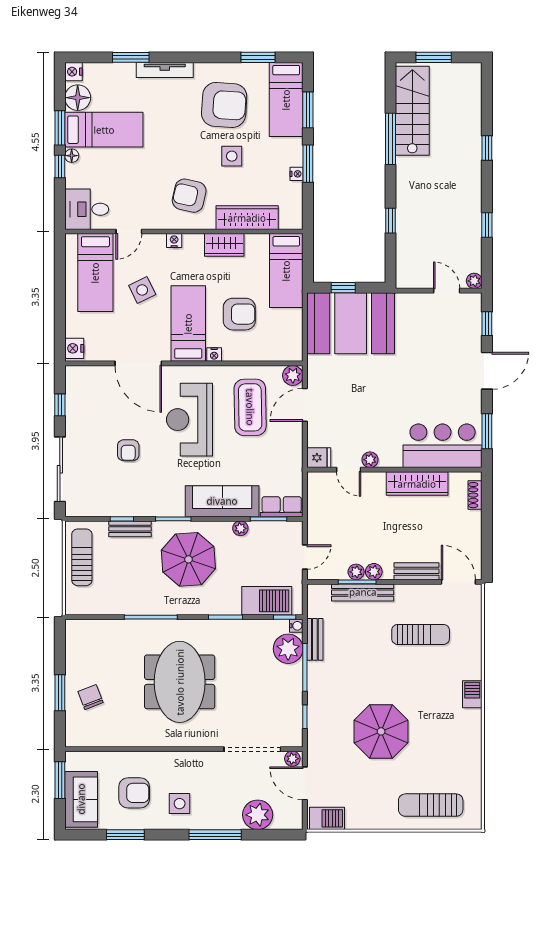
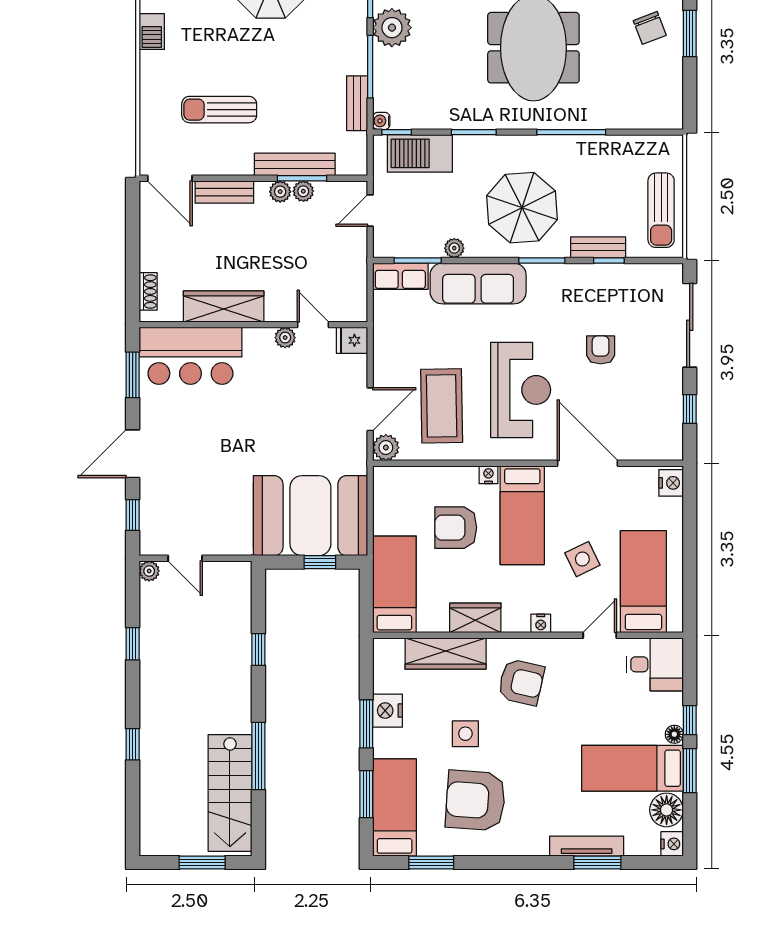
tv unit: (165, 70) -> (587, 846), moved
nightstand: (297, 174) -> (388, 711), width x1.89, depth x1.79
plant: (288, 649) -> (392, 28), moved

